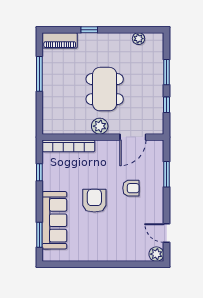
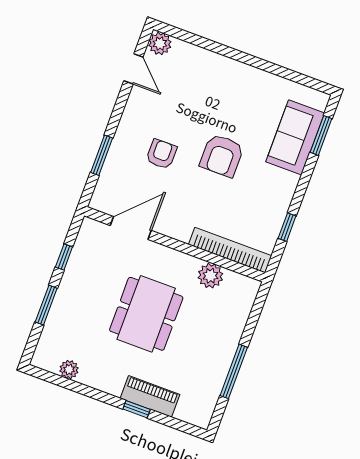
piano: (60, 40) -> (150, 396), moved
plant: (100, 126) -> (210, 276), moved
armchair: (131, 188) -> (161, 154), turned 90
sofa: (54, 220) -> (295, 137), width x0.73

